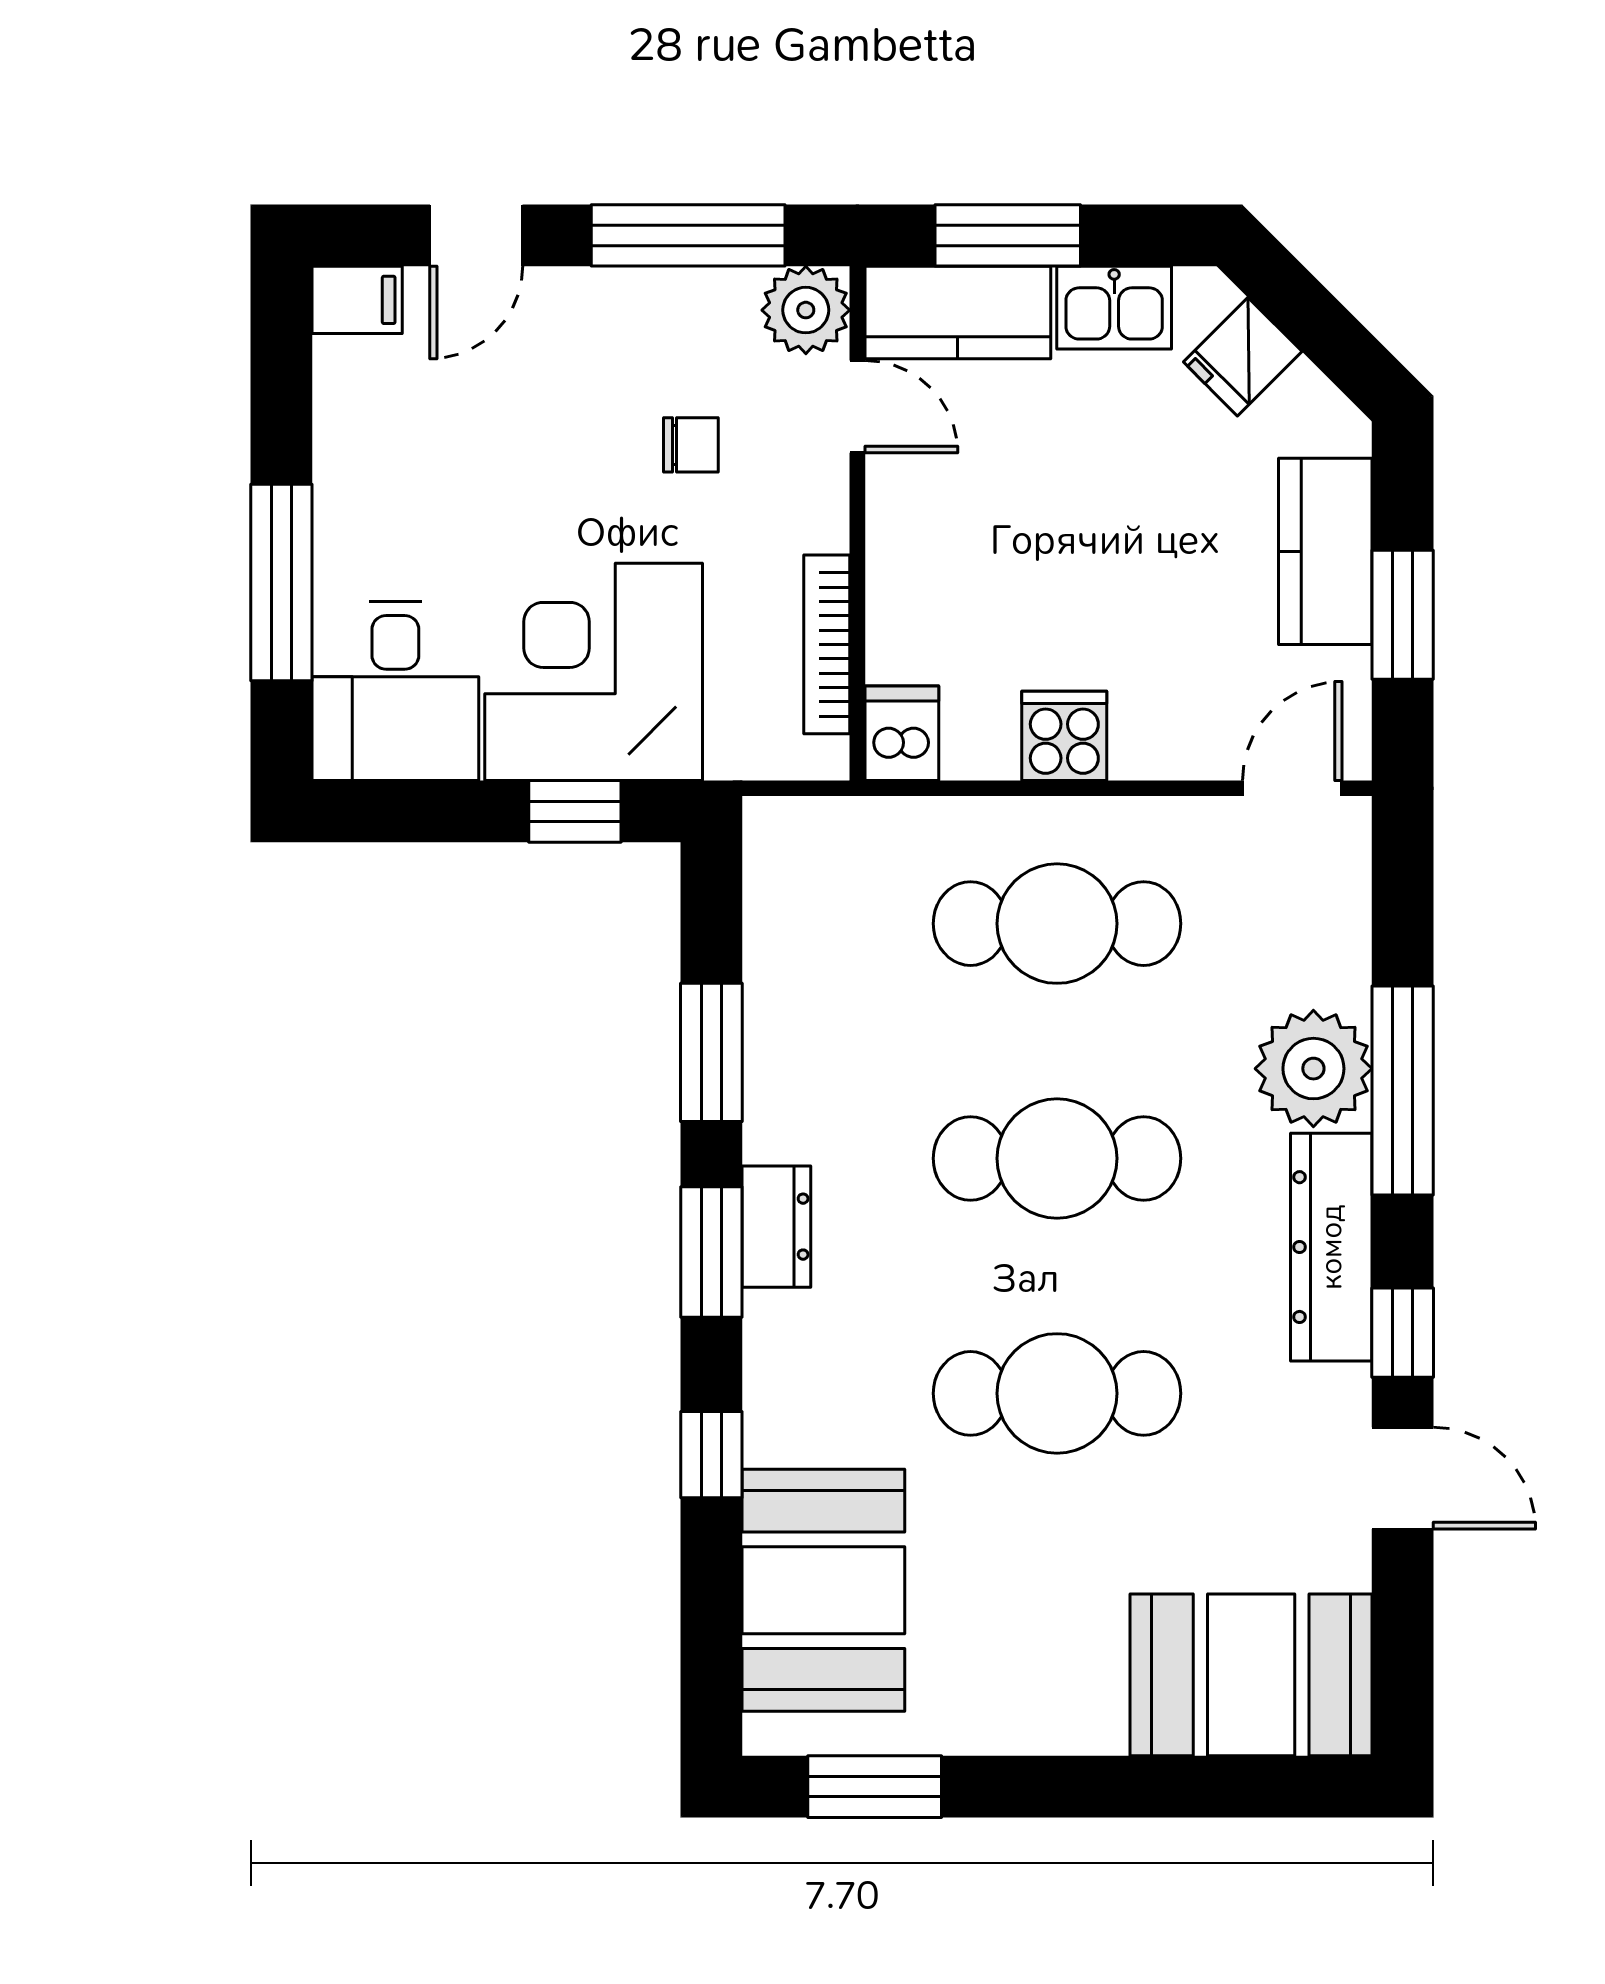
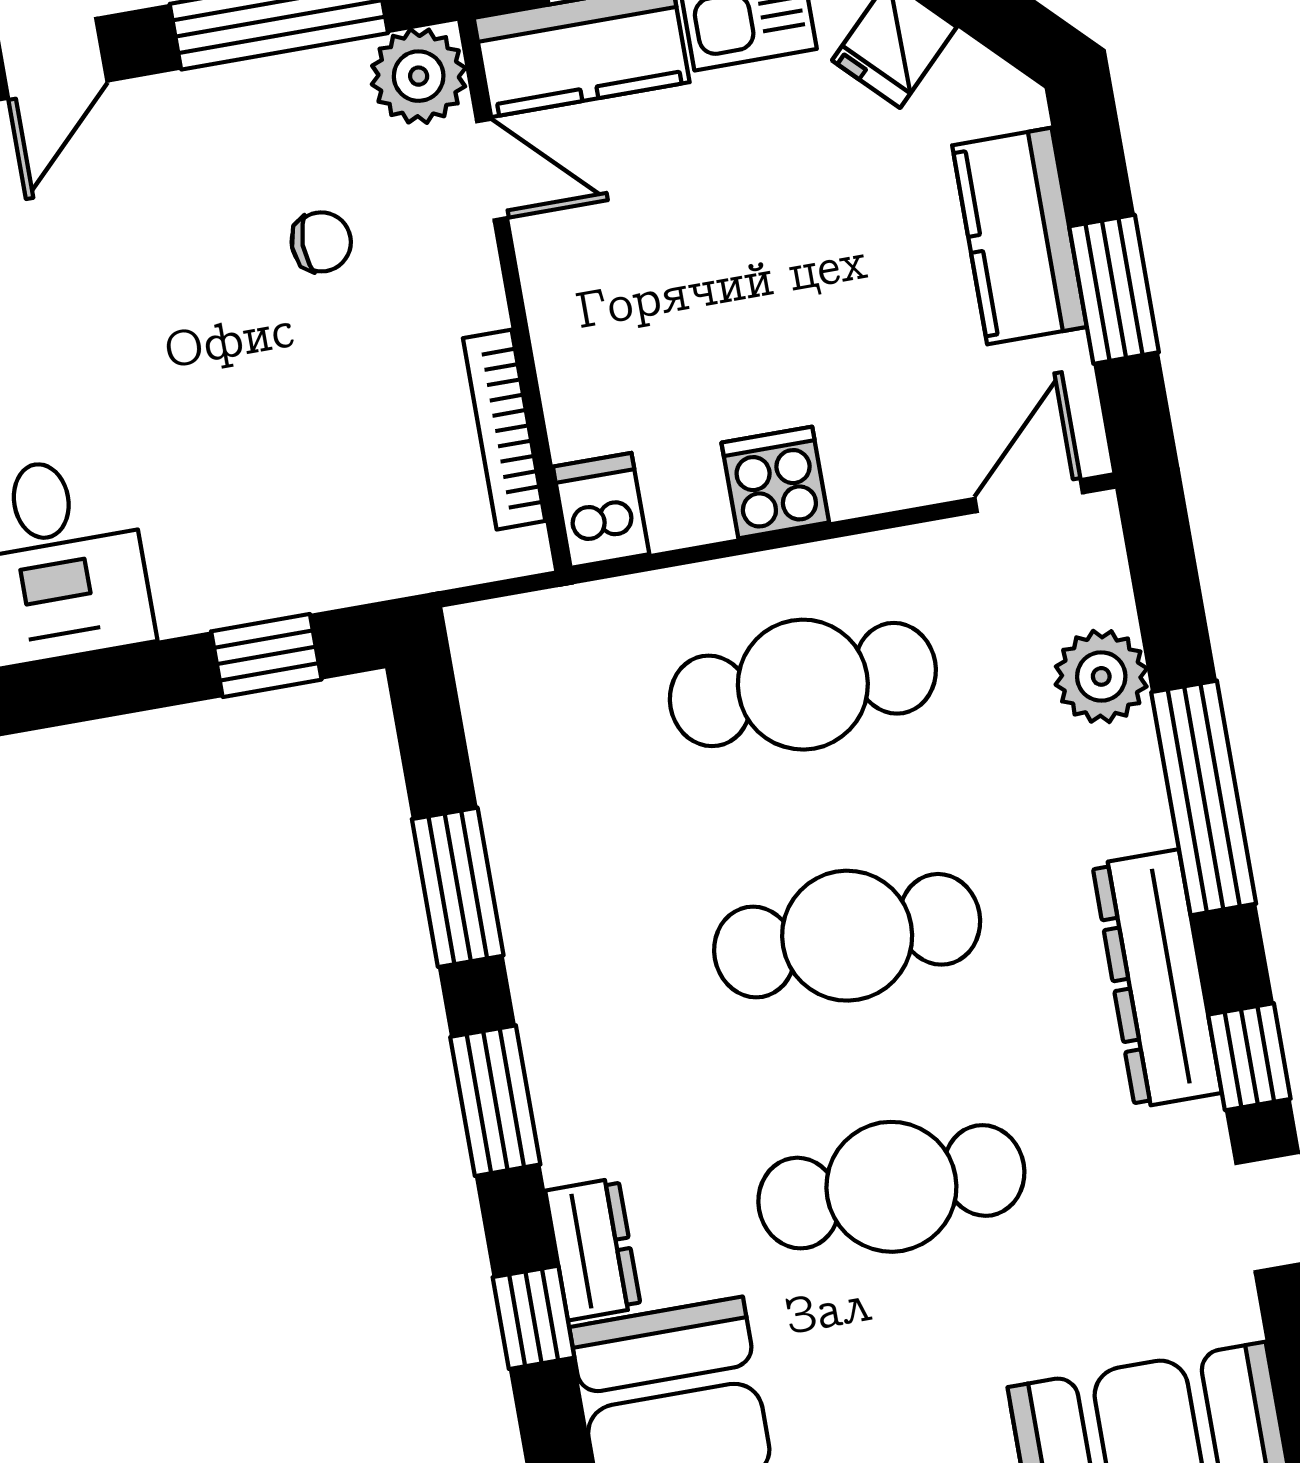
corner desk: (594, 672) -> (260, 503), removed
plant: (1313, 1069) -> (1101, 676), moved, width x0.73, depth x0.73
dresser: (776, 1227) -> (593, 1249), moved

